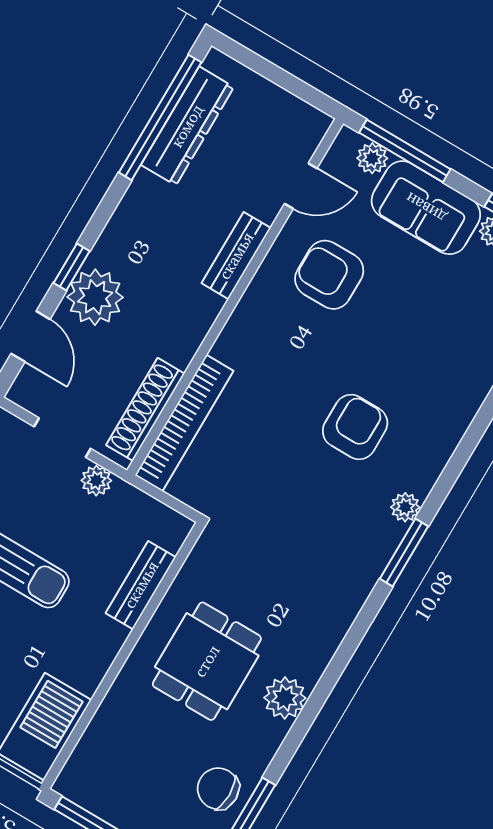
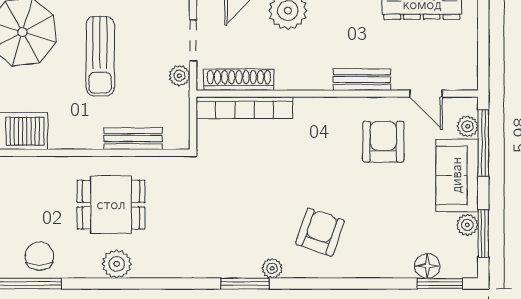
armchair: (355, 427) -> (320, 232), moved, turned -71

